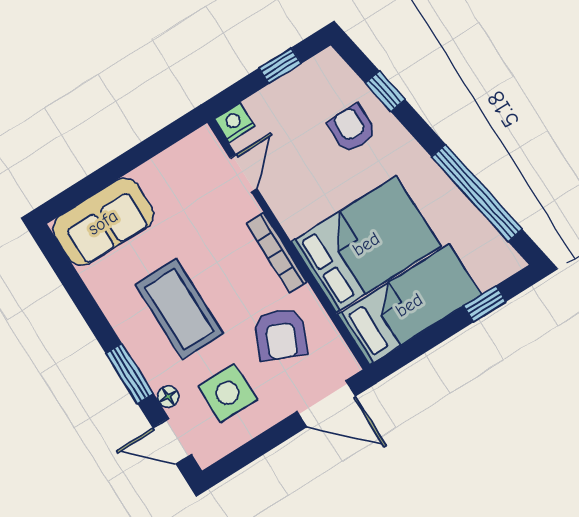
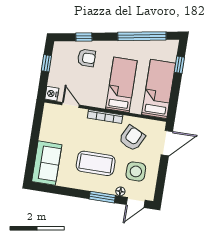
armchair: (352, 128) -> (86, 58), turned 180
bed: (366, 244) -> (121, 85), width x0.67
armchair: (281, 334) -> (132, 138), turned -88

